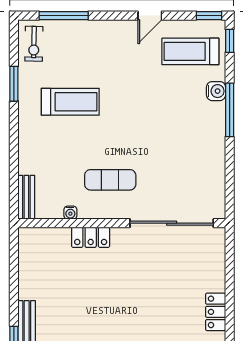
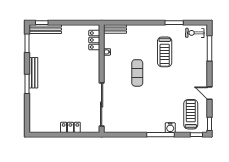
exercise mat: (110, 180) -> (137, 73), moved
locker: (91, 237) -> (94, 40), moved
locker: (216, 312) -> (70, 127), moved

